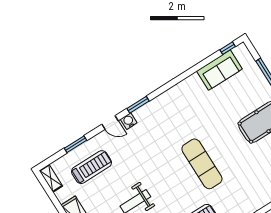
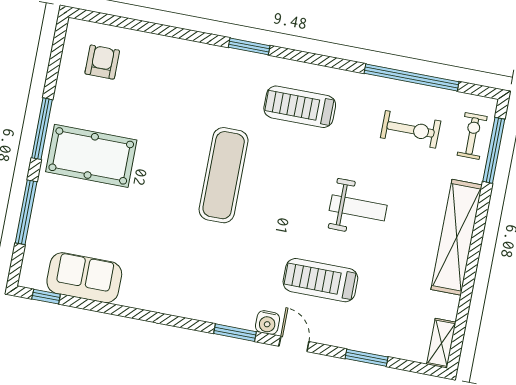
treadmill: (92, 167) -> (320, 280), moved

